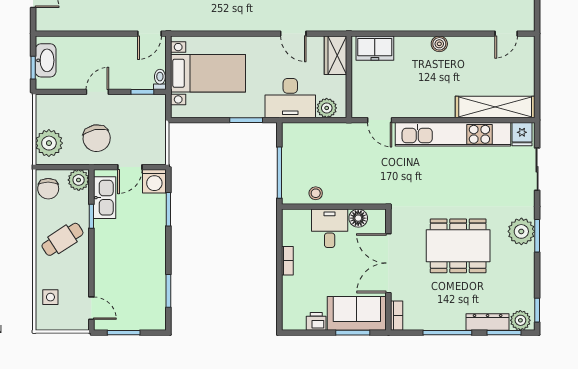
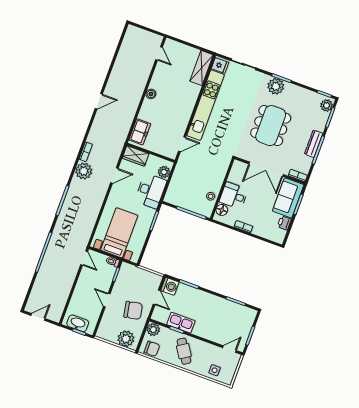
shelving: (495, 107) -> (201, 68), width x0.68
kitchen sink: (105, 198) -> (181, 323), moved
floor lamp: (358, 218) -> (222, 210), moved
dresser: (488, 322) -> (314, 144), moved

